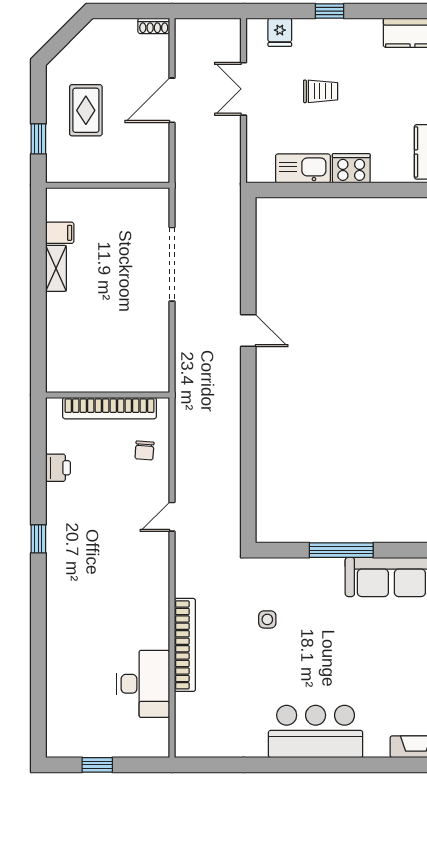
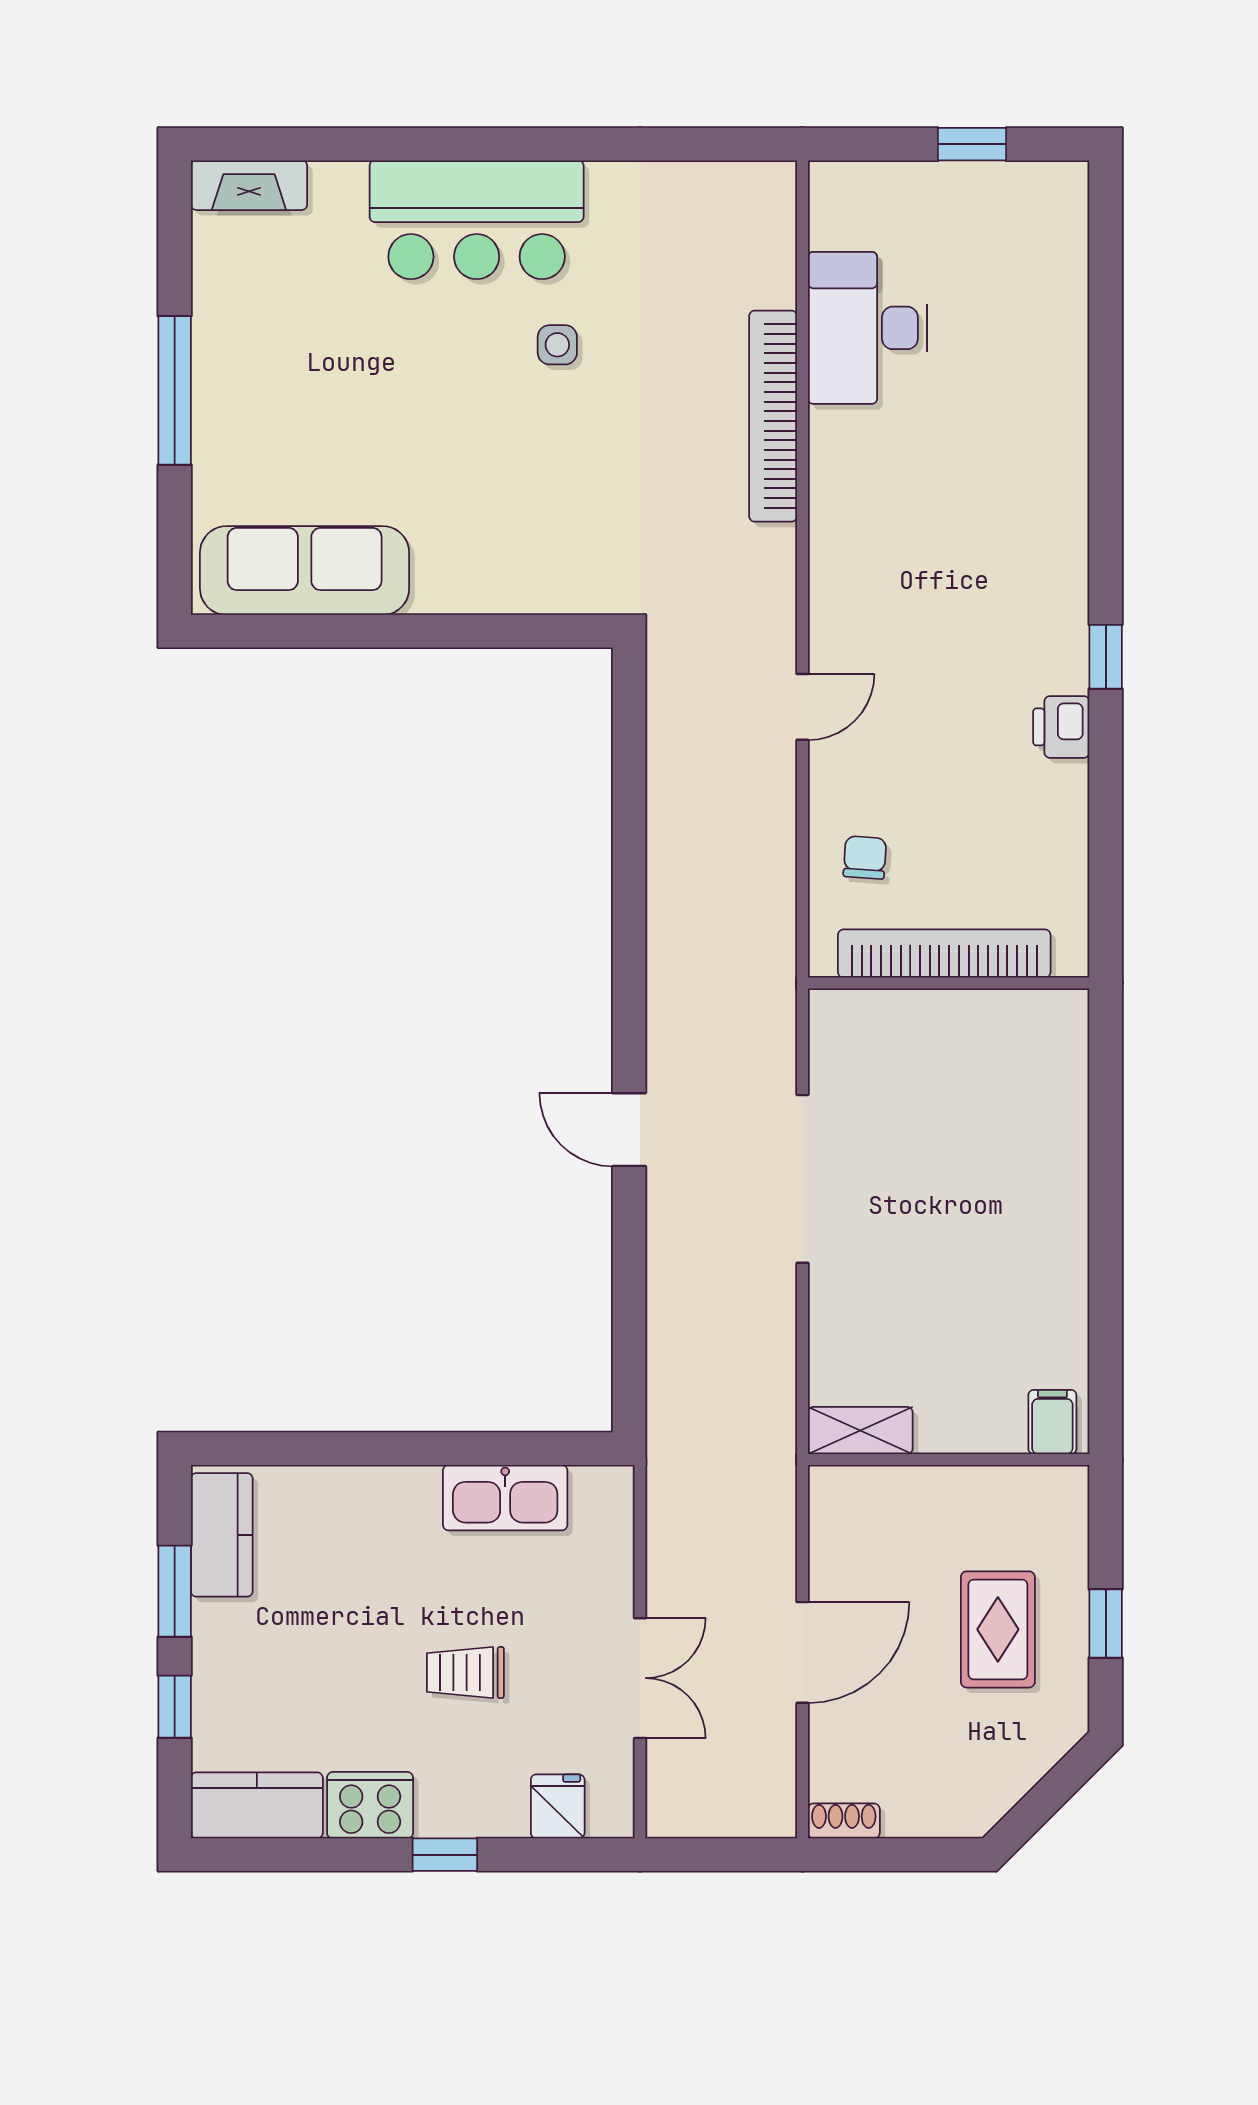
window: (38, 139) -> (1106, 1623), moved
cooker: (351, 168) -> (370, 1805), moved, turned 180
filing cabinet: (60, 233) -> (1052, 1422), moved, turned 90
doorway: (172, 264) -> (802, 1179), moved
shelving: (56, 268) -> (860, 1430), moved, turned 90
printer: (58, 468) -> (1061, 727), moved
window: (341, 550) -> (418, 631), removed
side table: (267, 619) -> (557, 345), moved

